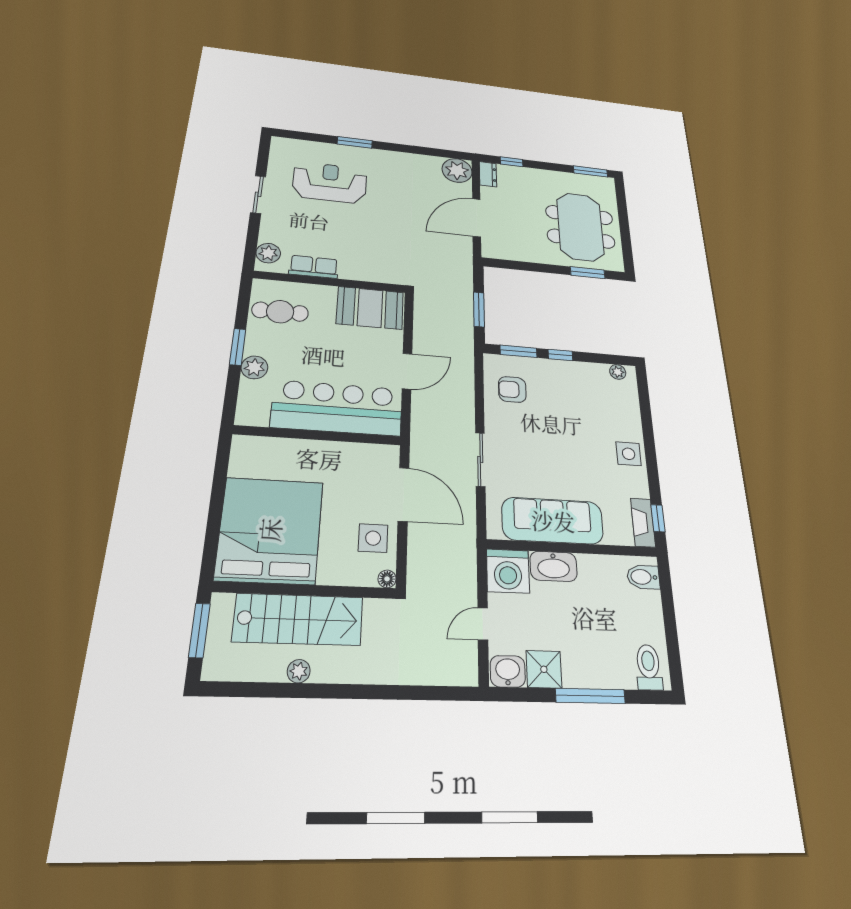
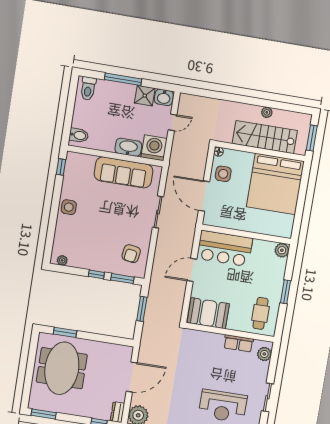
cafe table: (280, 312) -> (260, 313), turned 90
plant: (254, 367) -> (282, 250), moved
armchair: (512, 389) -> (131, 254), turned 100
bar counter: (337, 408) -> (225, 248), width x0.73
fireplace: (643, 522) -> (71, 166), removed

